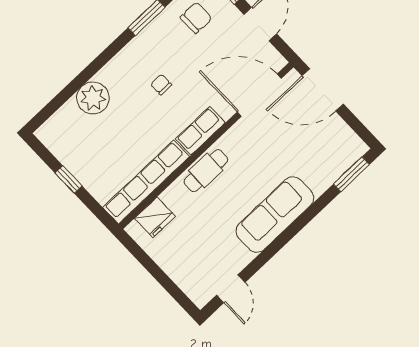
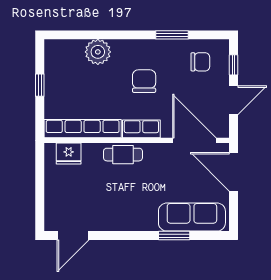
chair: (161, 85) -> (144, 81), width x1.87, depth x1.87
window: (351, 174) -> (174, 236), moved
sofa: (275, 215) -> (192, 217), moved
door: (231, 289) -> (73, 236), width x1.38

